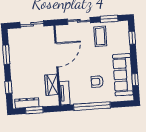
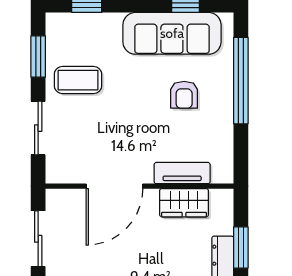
door: (56, 55) -> (114, 186), swing flipped
tv unit: (65, 93) -> (182, 173), moved
window: (92, 106) -> (241, 81), moved

